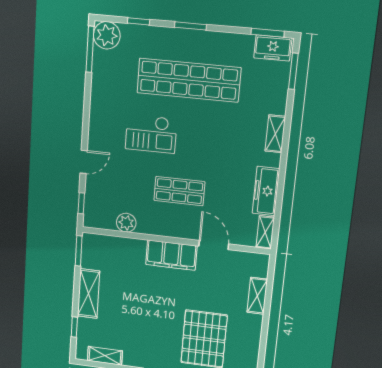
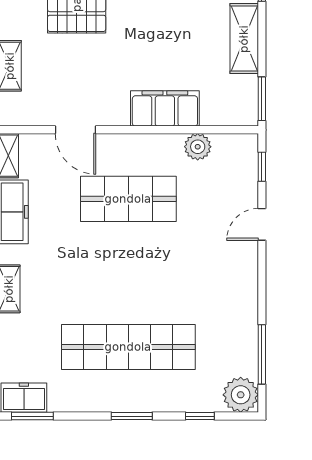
window: (90, 49) -> (262, 354), moved
checkout: (151, 134) -> (173, 272), removed
shop shelf: (179, 191) -> (128, 199), width x1.43, depth x1.36
filing cabinet: (171, 255) -> (165, 108), moved

